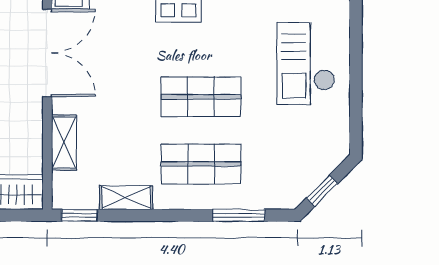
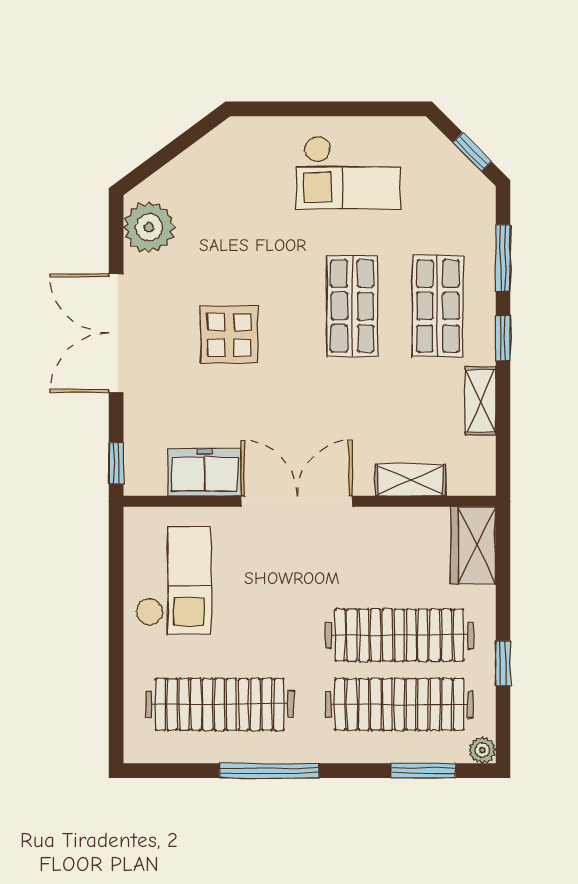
checkout: (306, 63) -> (348, 173), moved
window: (79, 215) -> (503, 338), moved

